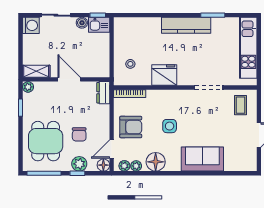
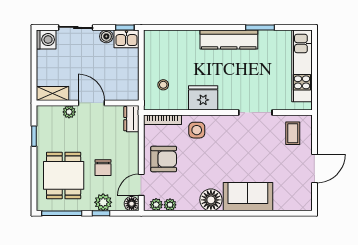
plant: (28, 87) -> (69, 112), moved
side table: (170, 126) -> (197, 130), moved
floor lamp: (156, 162) -> (211, 200), moved

